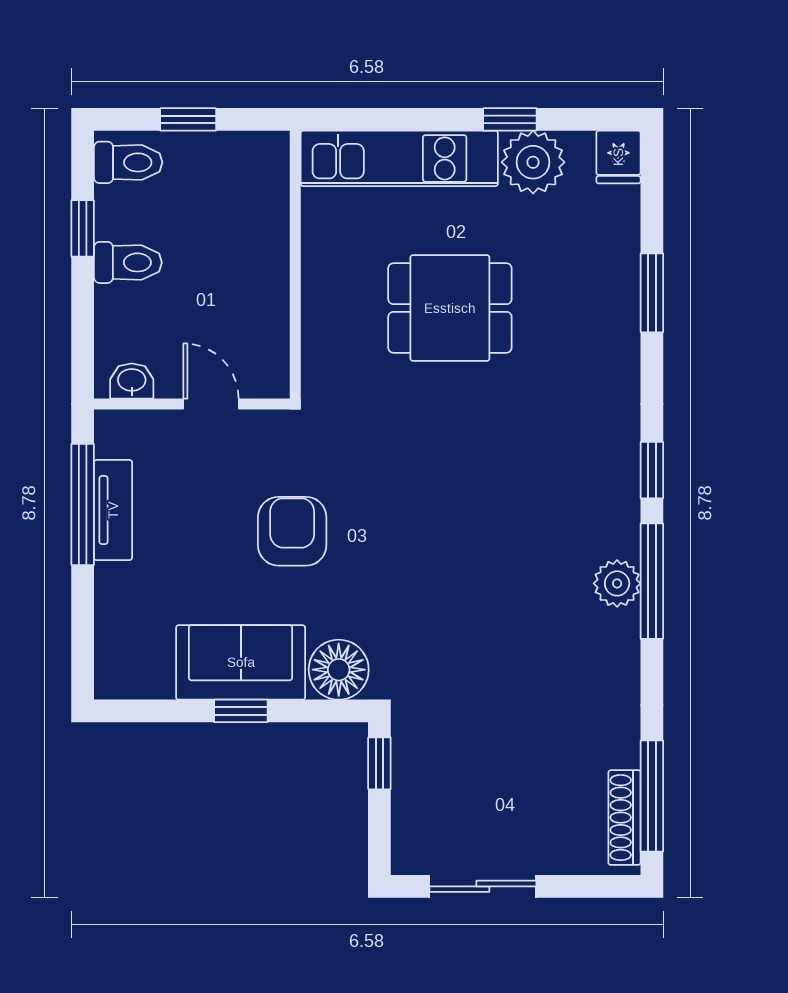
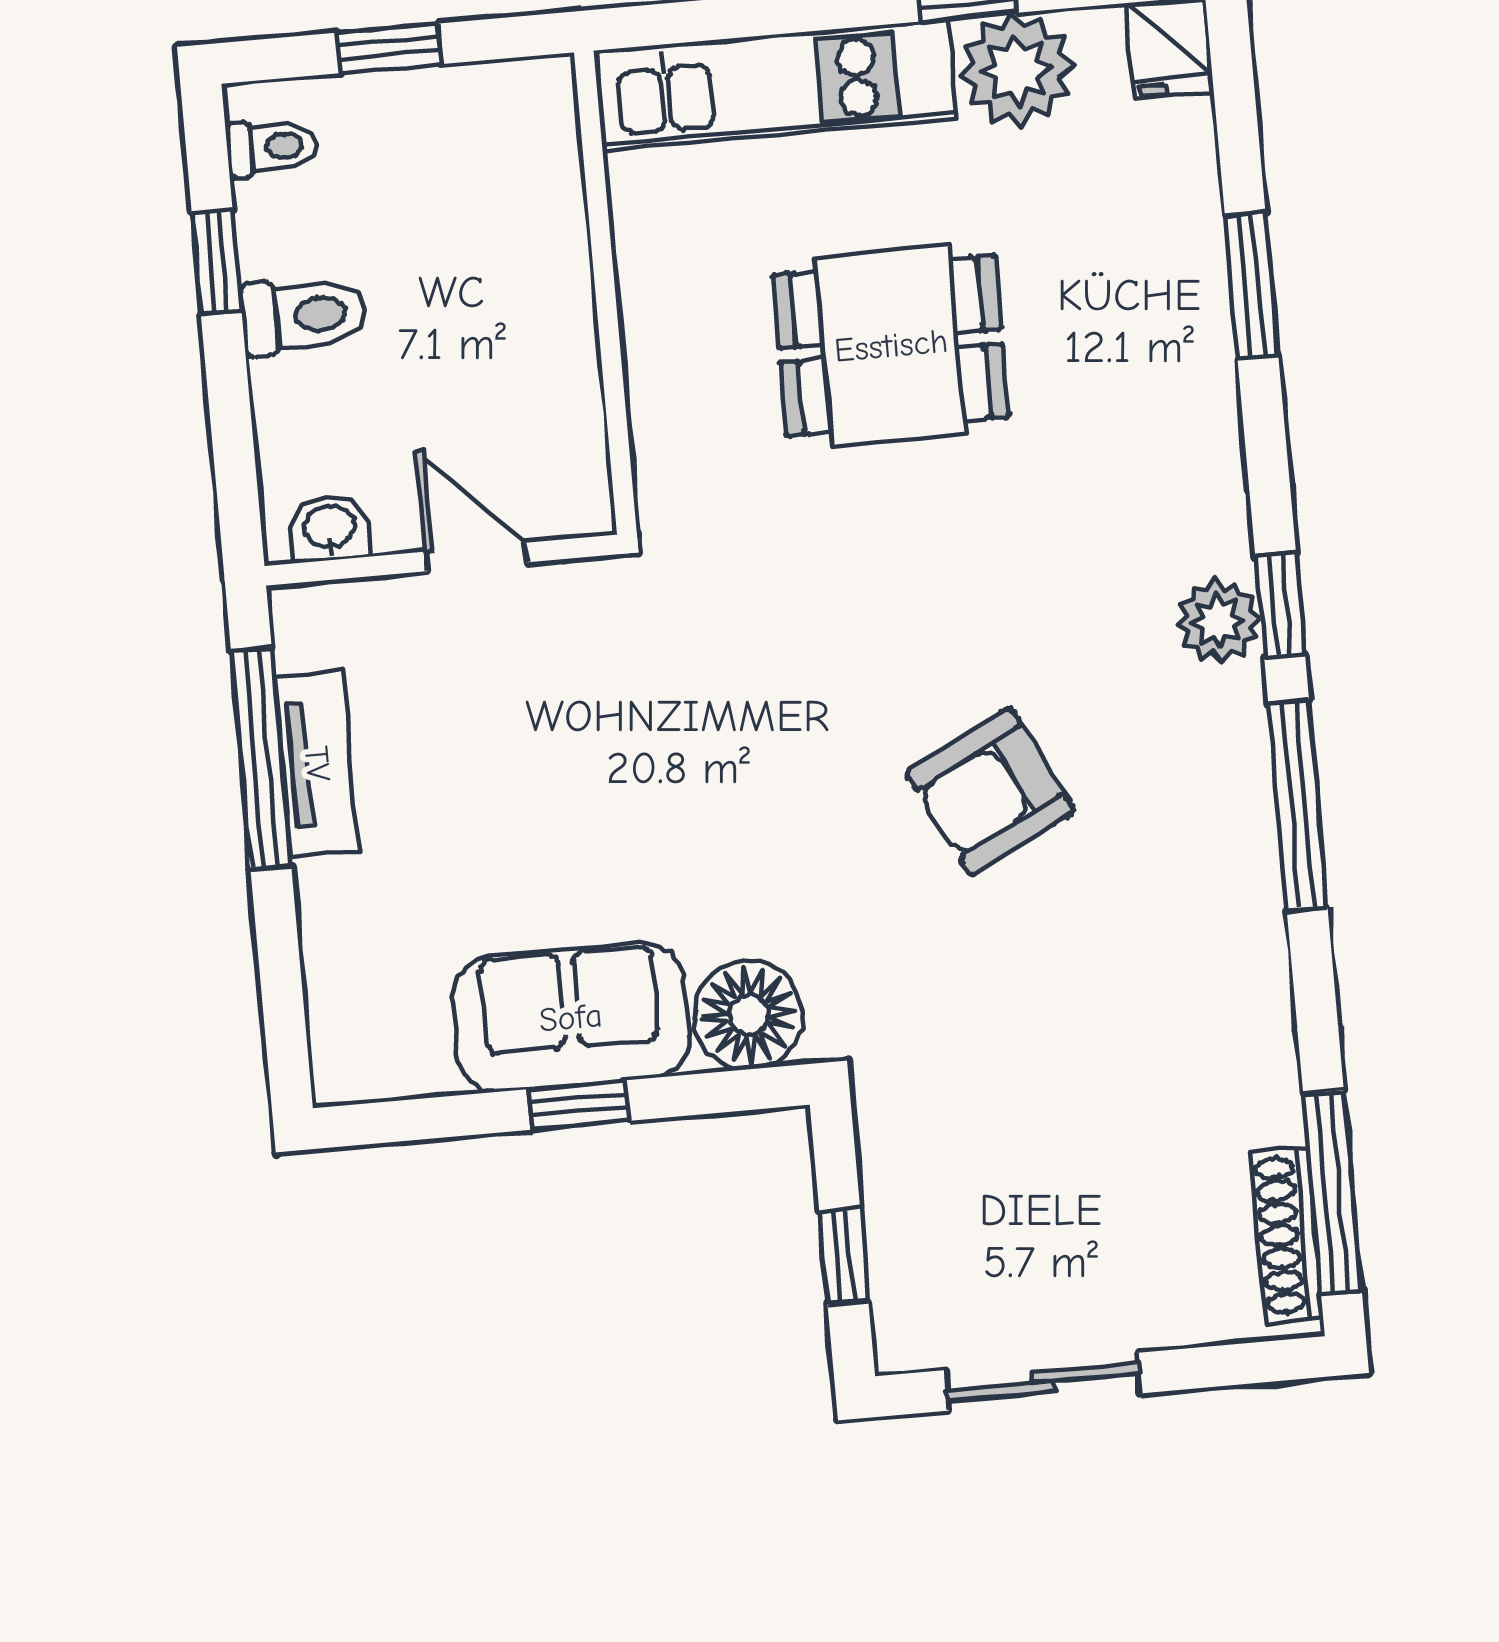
toilet: (128, 162) -> (272, 147), width x0.73, depth x0.72
armchair: (292, 531) -> (990, 792), moved, turned -117
plant: (617, 583) -> (1218, 621), moved
window: (379, 763) -> (844, 1256), moved

